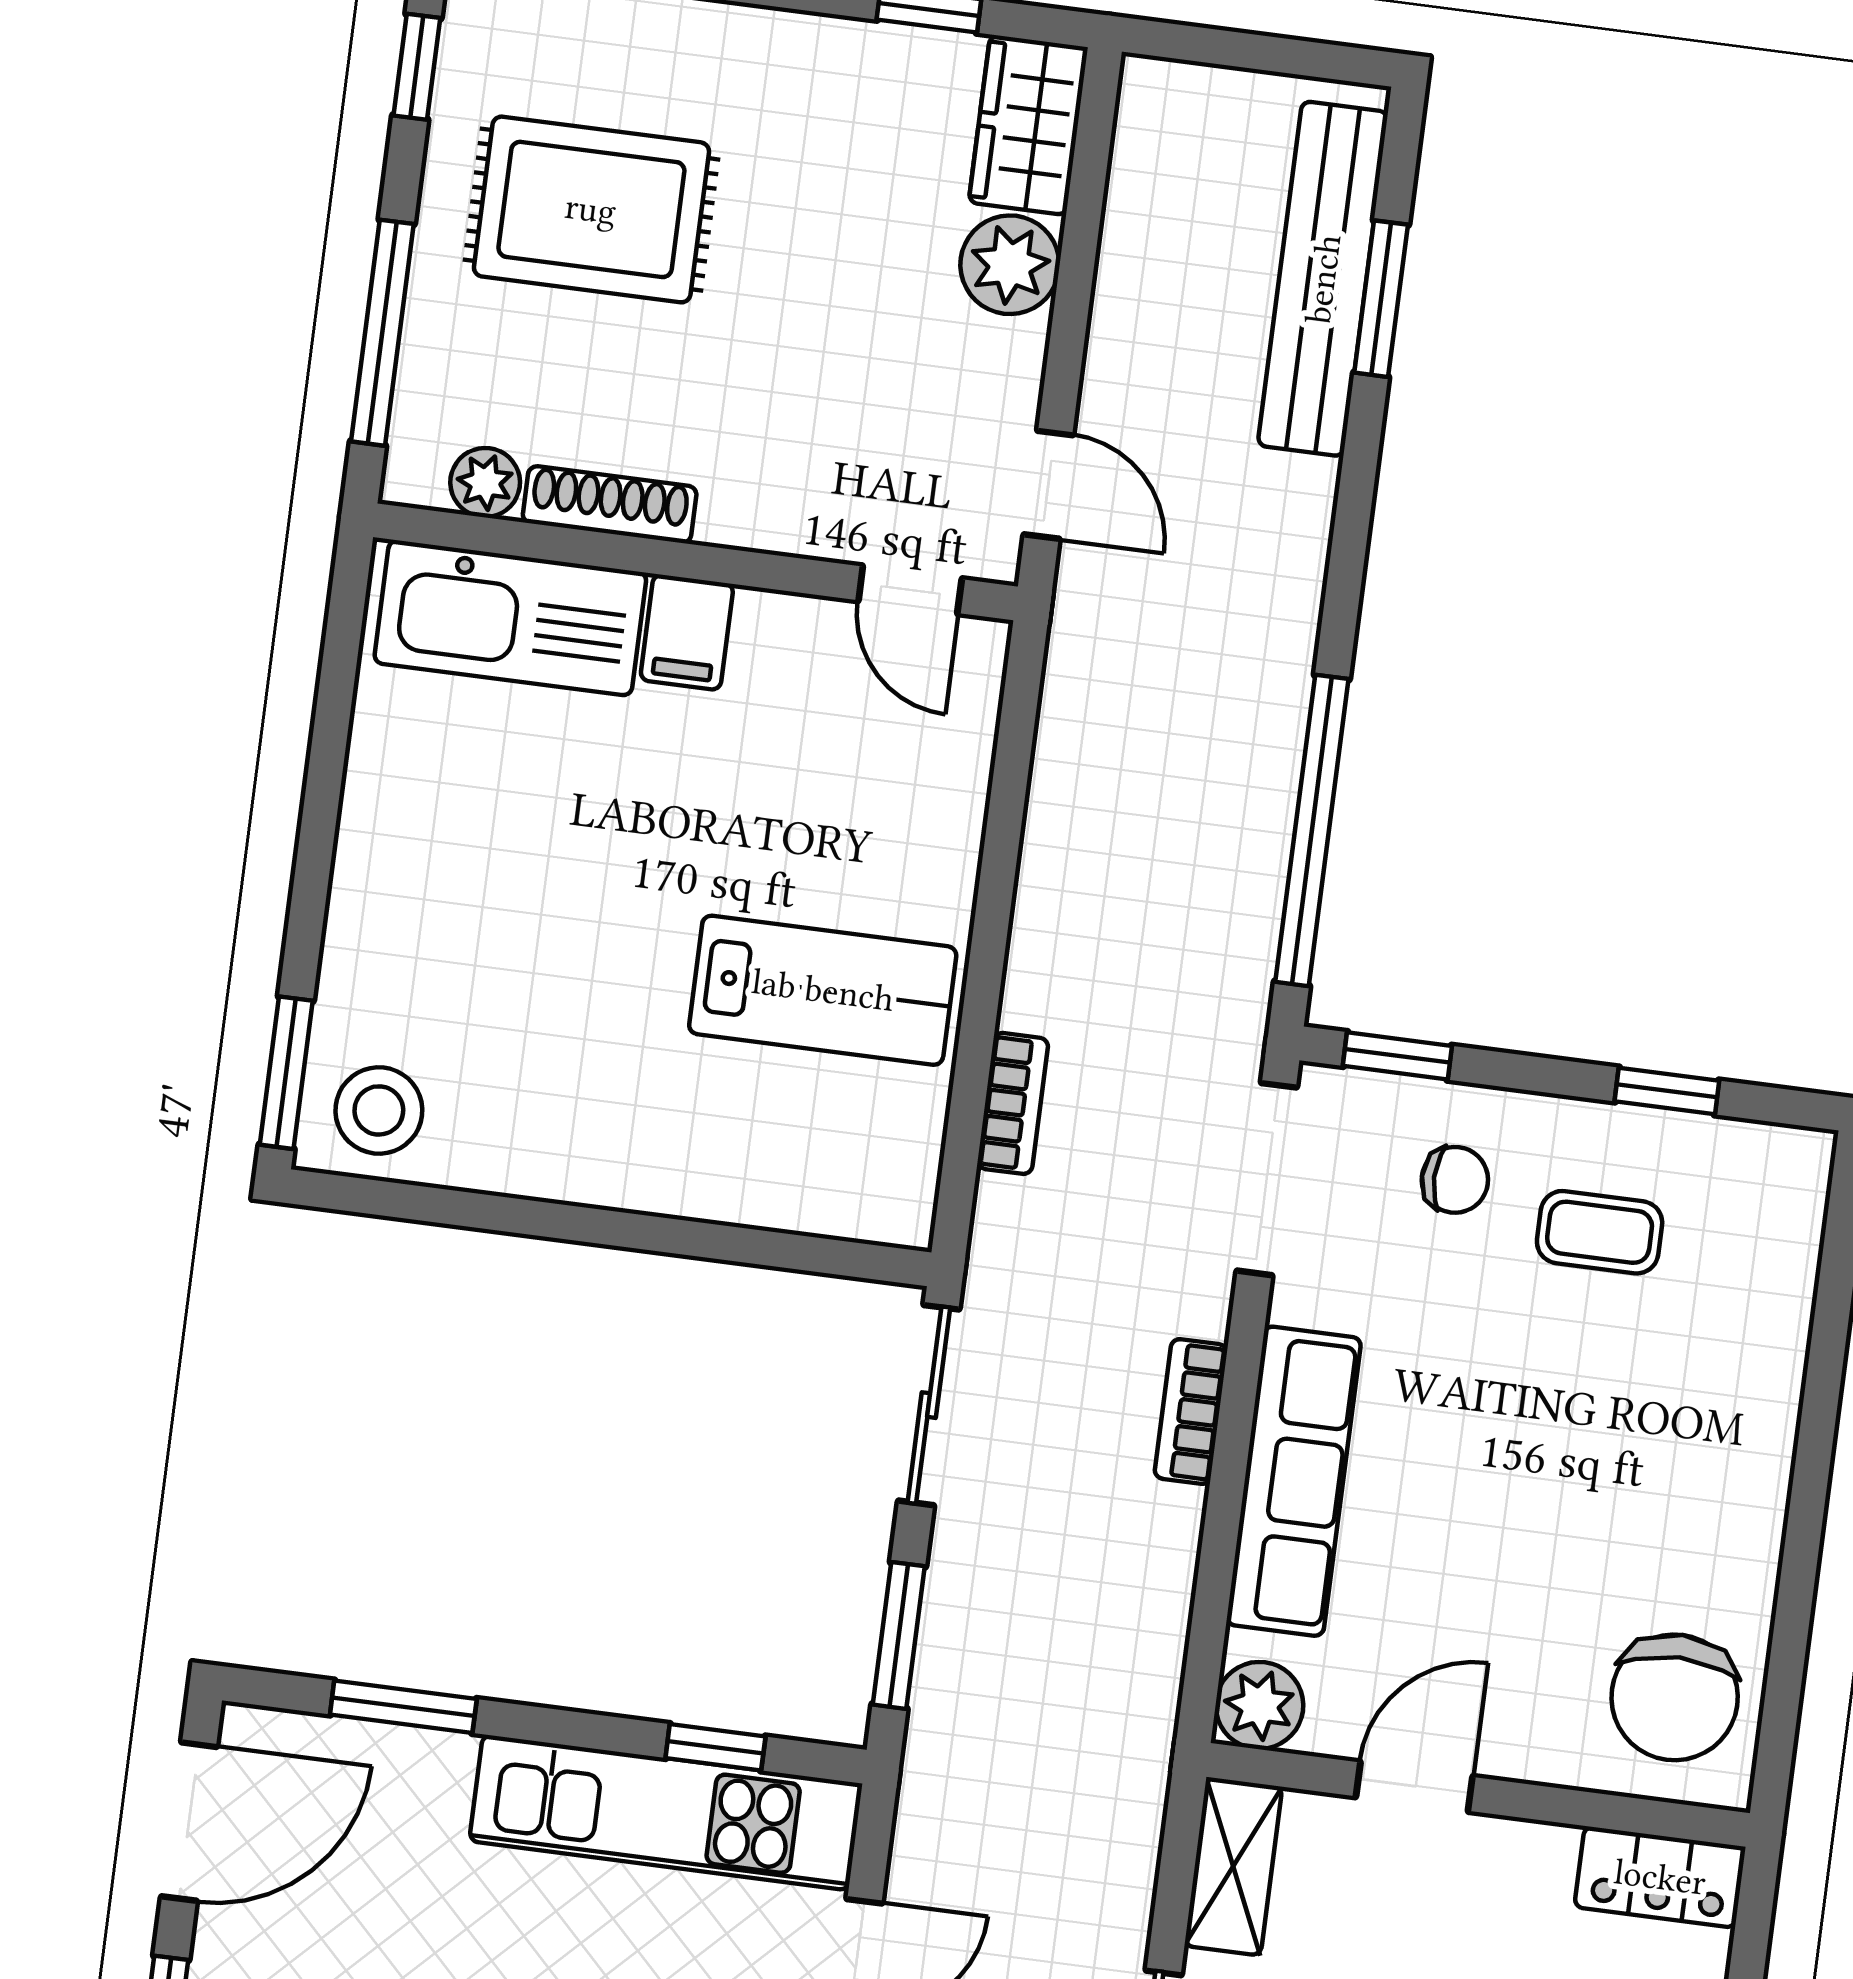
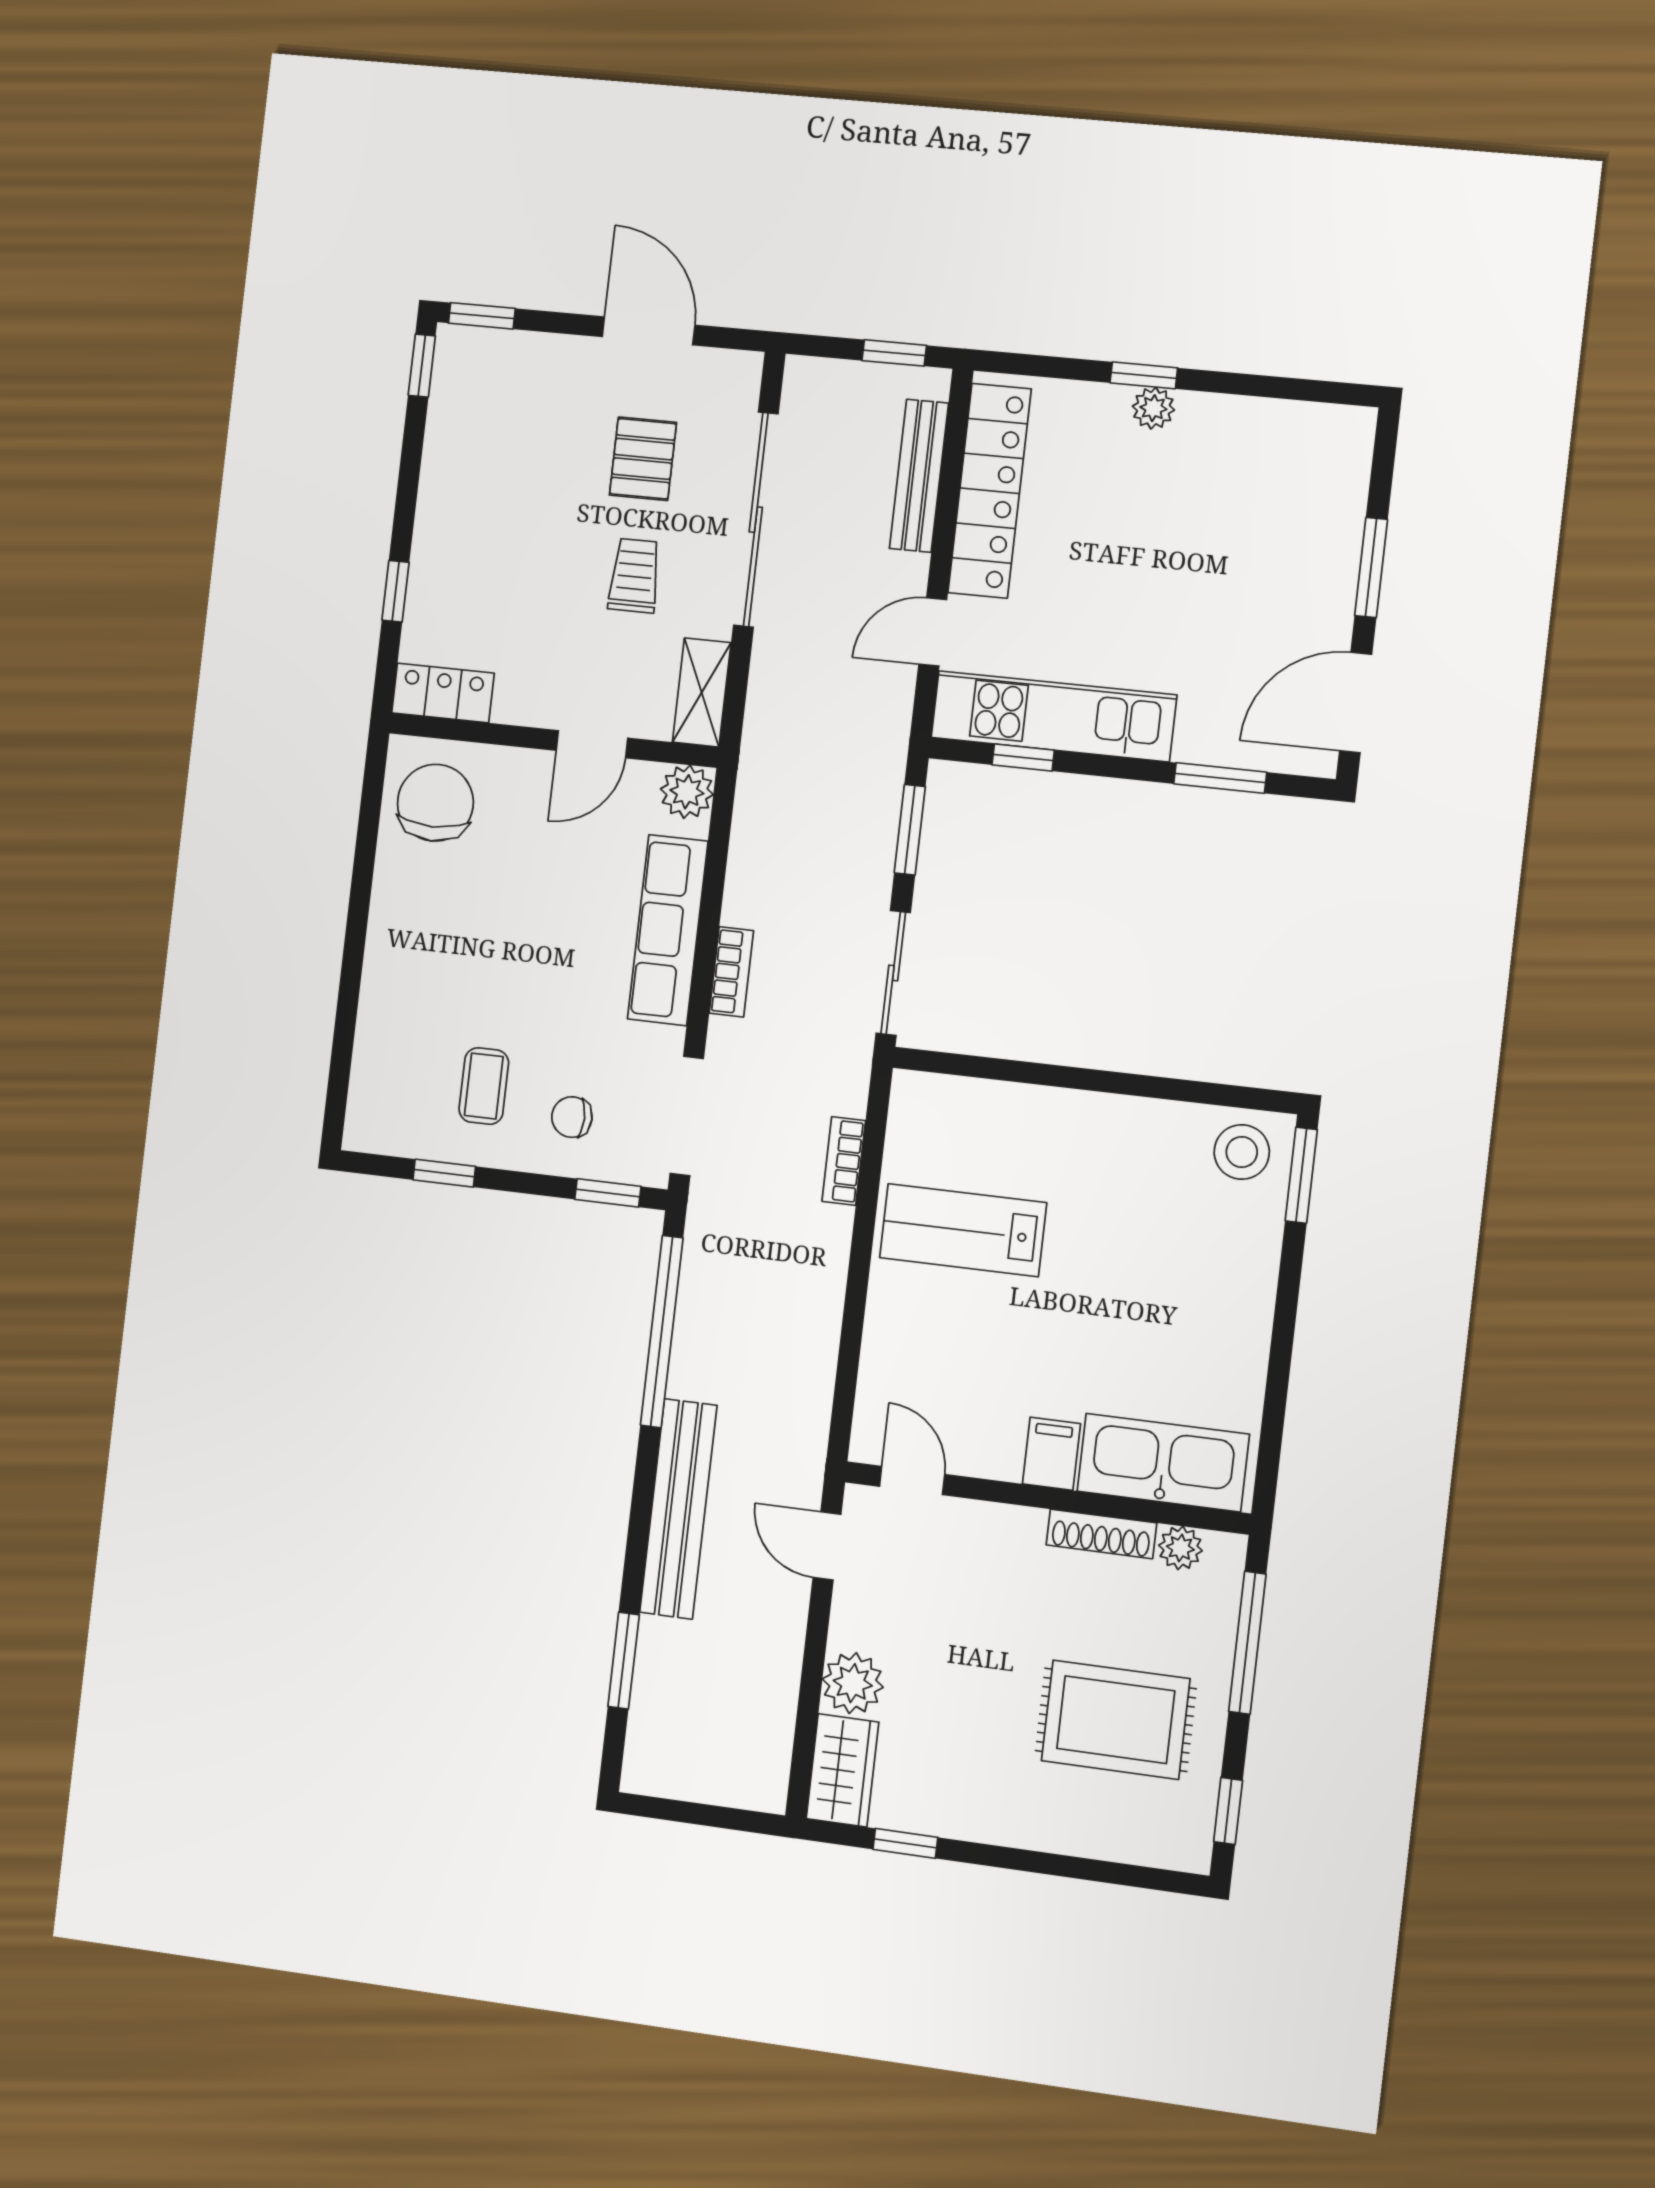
bench: (1323, 279) -> (678, 1509), moved
coffee table: (1600, 1232) -> (484, 1086), turned 90

